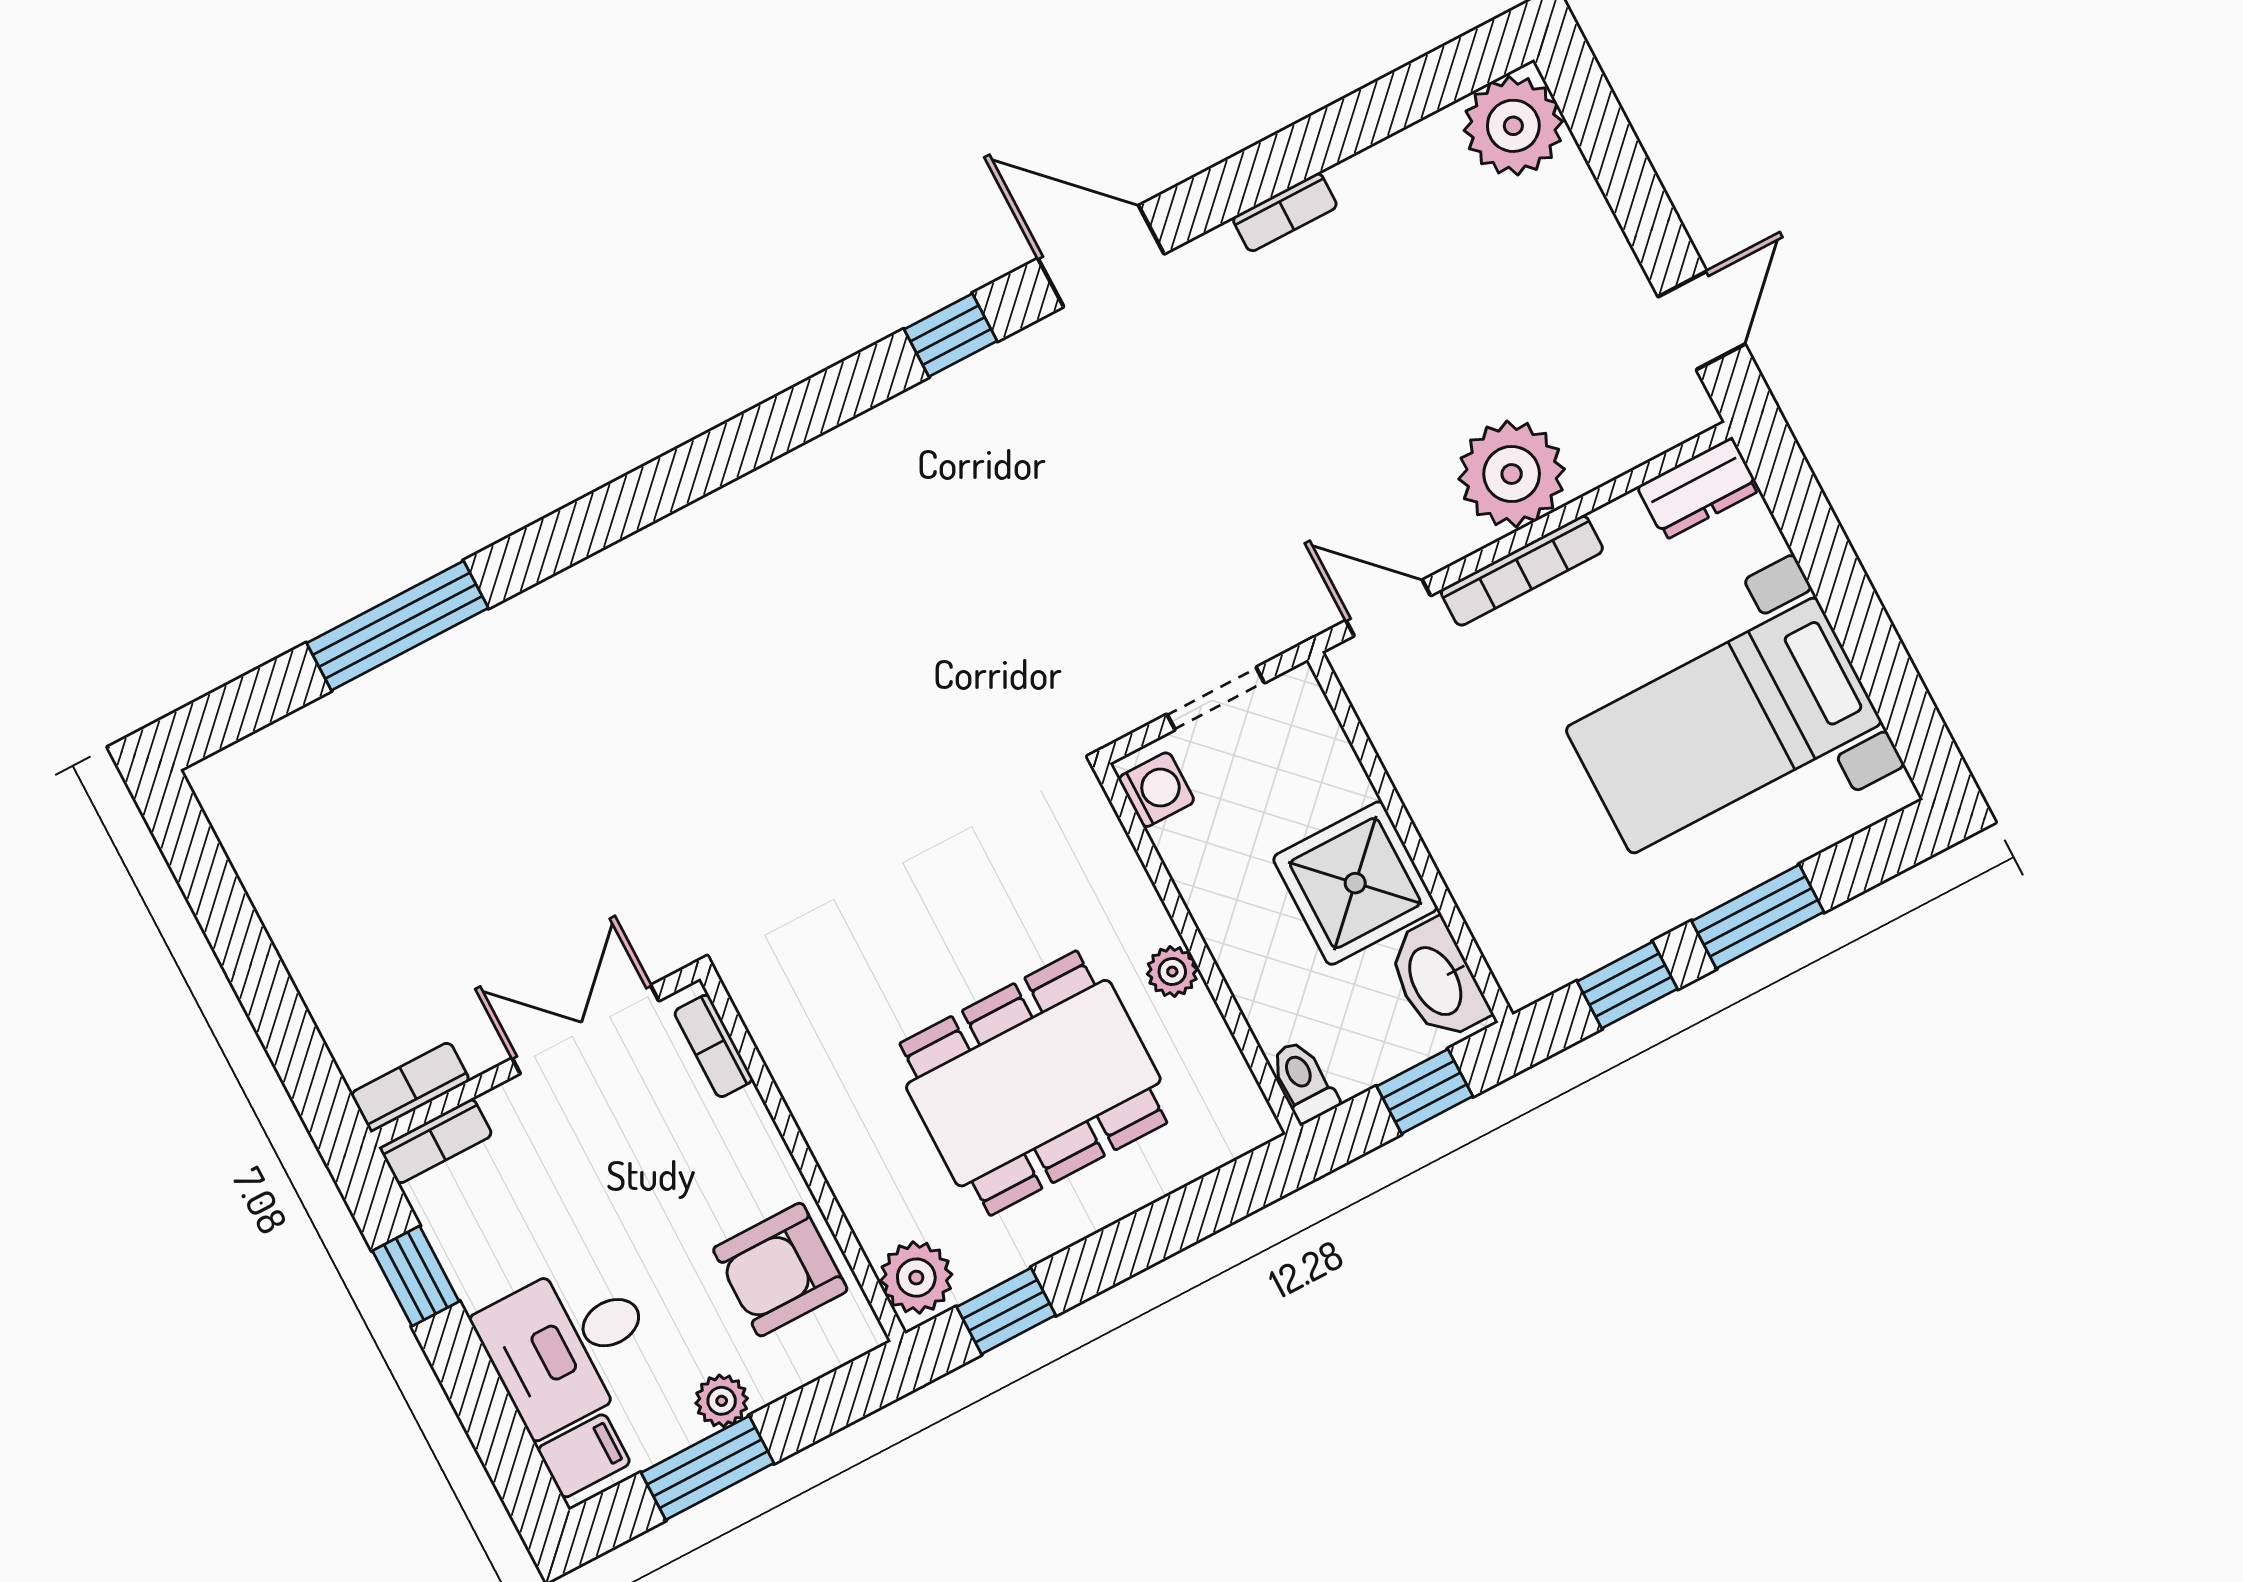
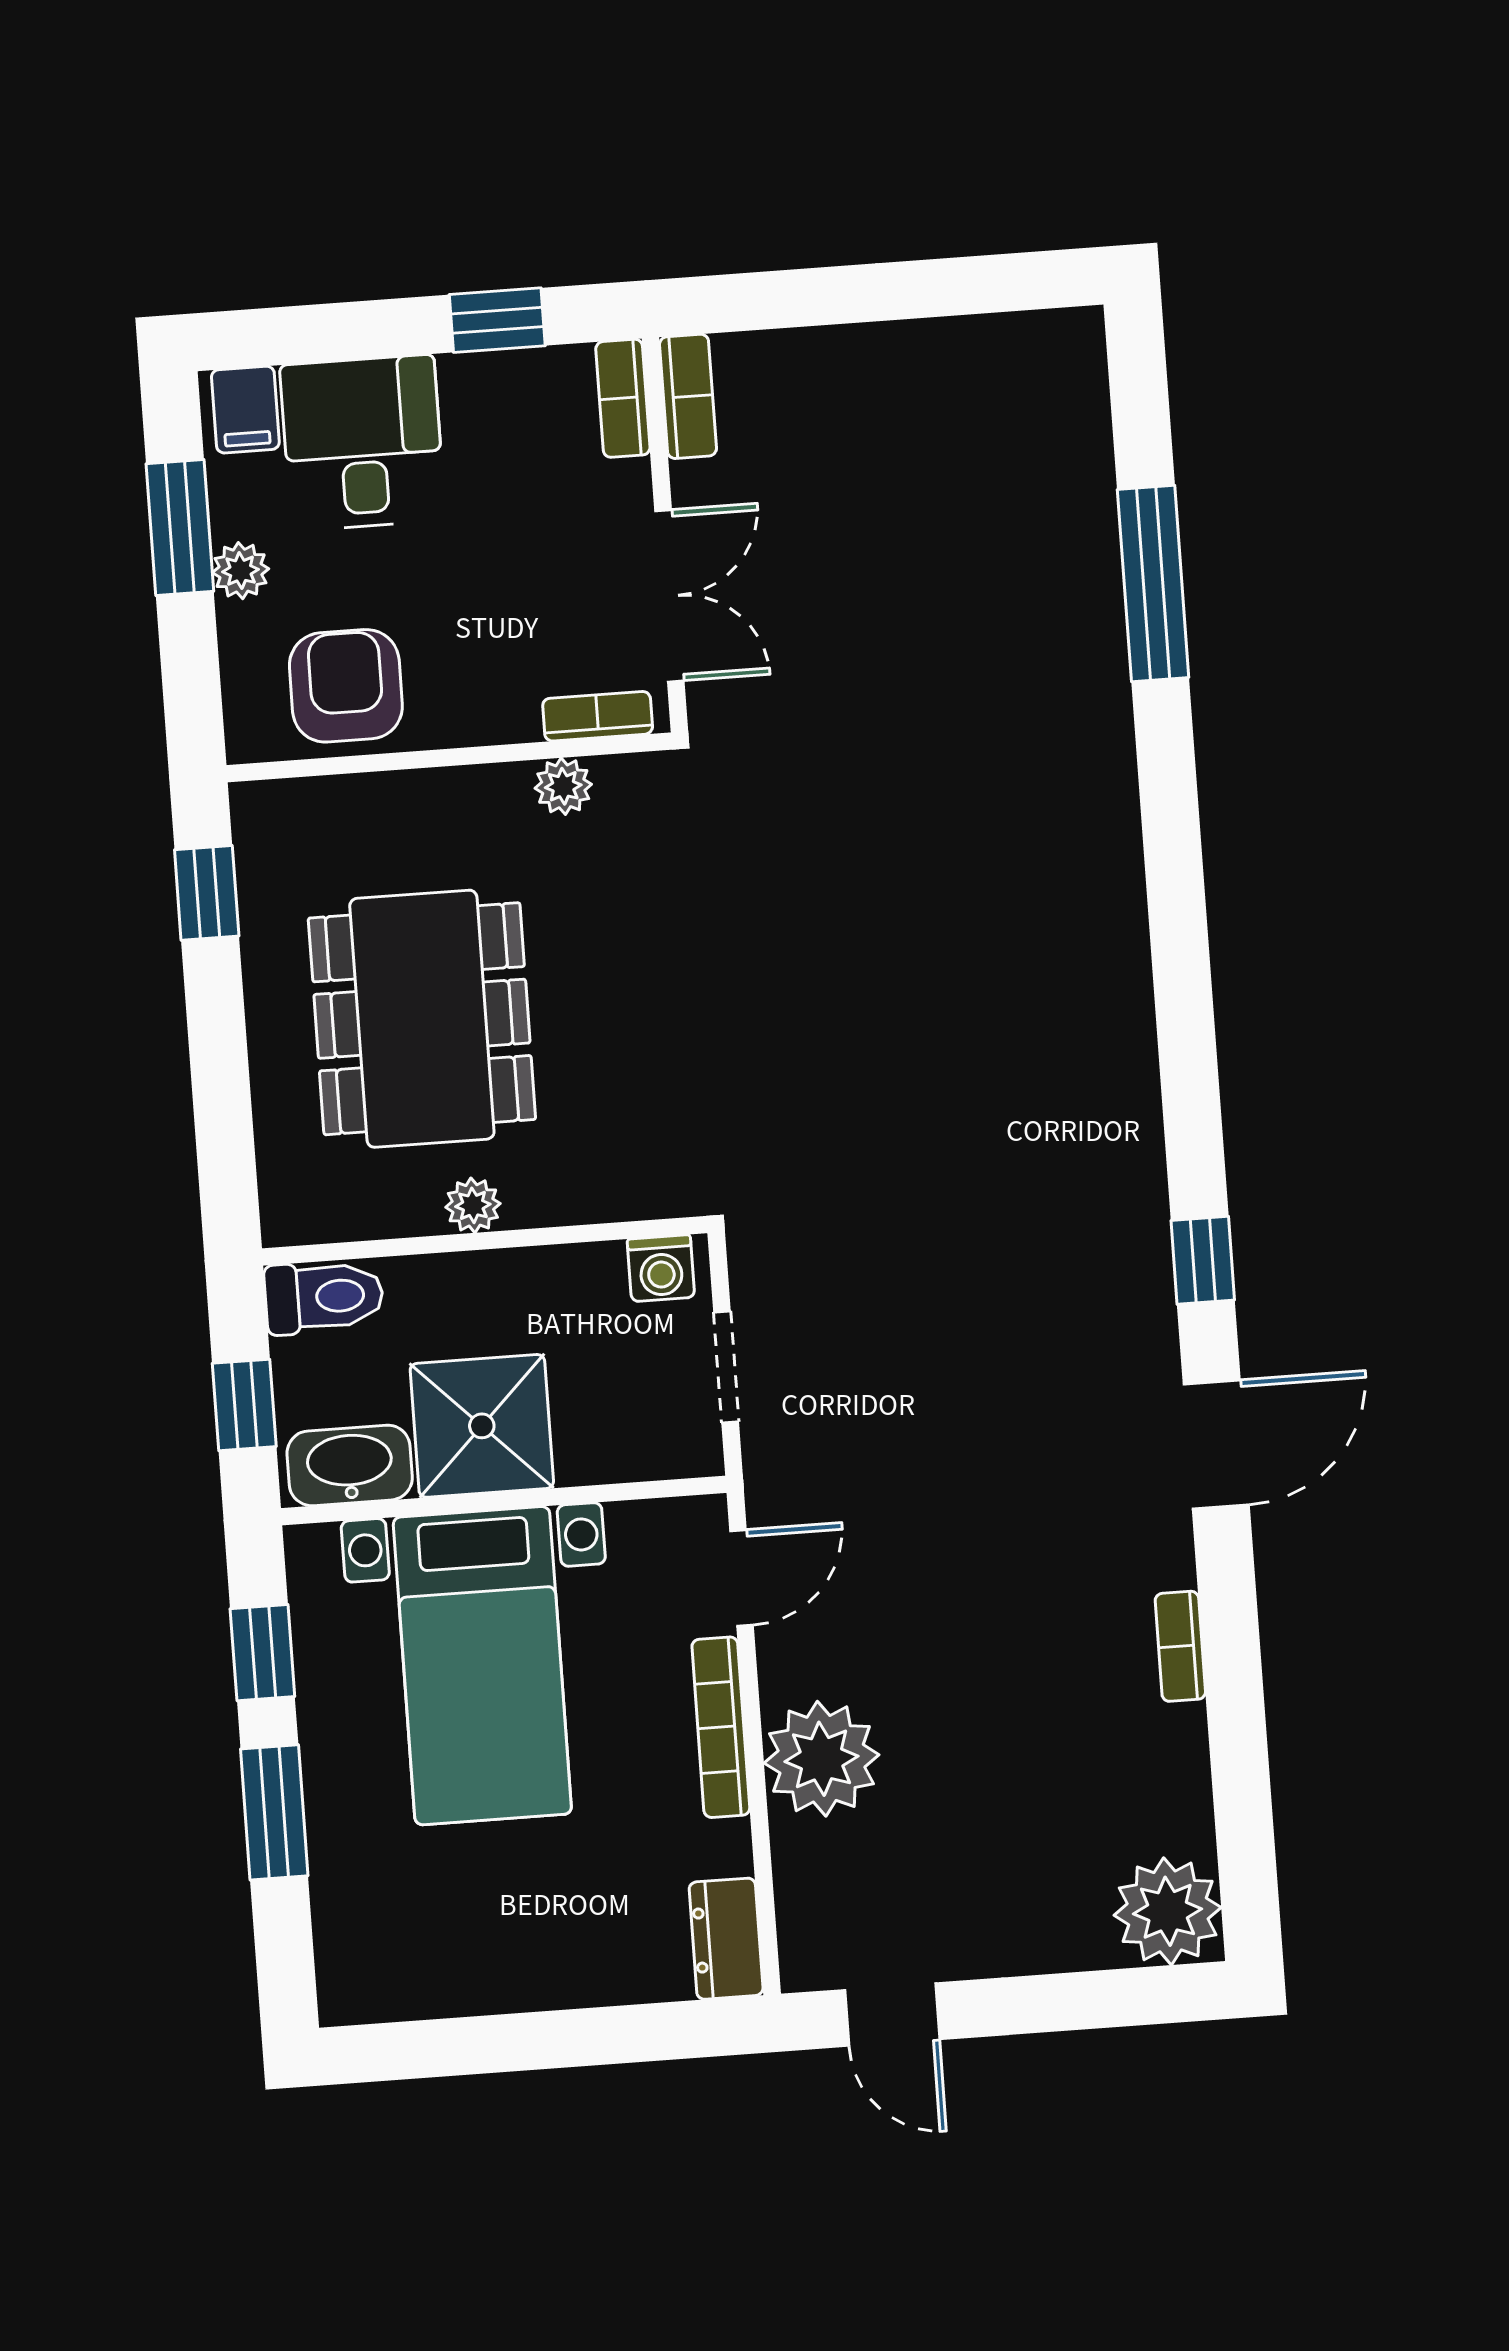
bed with nightstands: (1724, 726) -> (482, 1666), moved, turned 180
toilet: (1303, 1081) -> (324, 1297), width x1.37, depth x1.39
plant: (916, 1278) -> (563, 786), moved, width x0.73, depth x0.73

